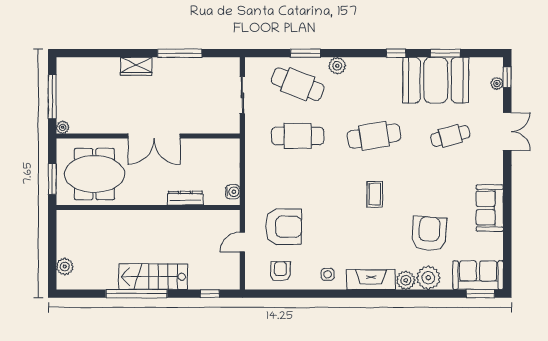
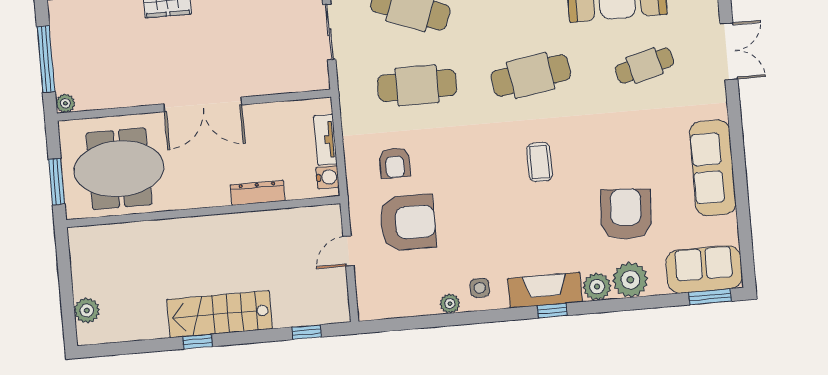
tv unit: (234, 167) -> (325, 140), added
sofa: (490, 208) -> (713, 168), width x1.36
armchair: (280, 271) -> (395, 163), moved, turned 180
plant: (307, 283) -> (450, 304), added
window: (137, 294) -> (197, 342), width x0.32
window: (374, 294) -> (552, 311), added

